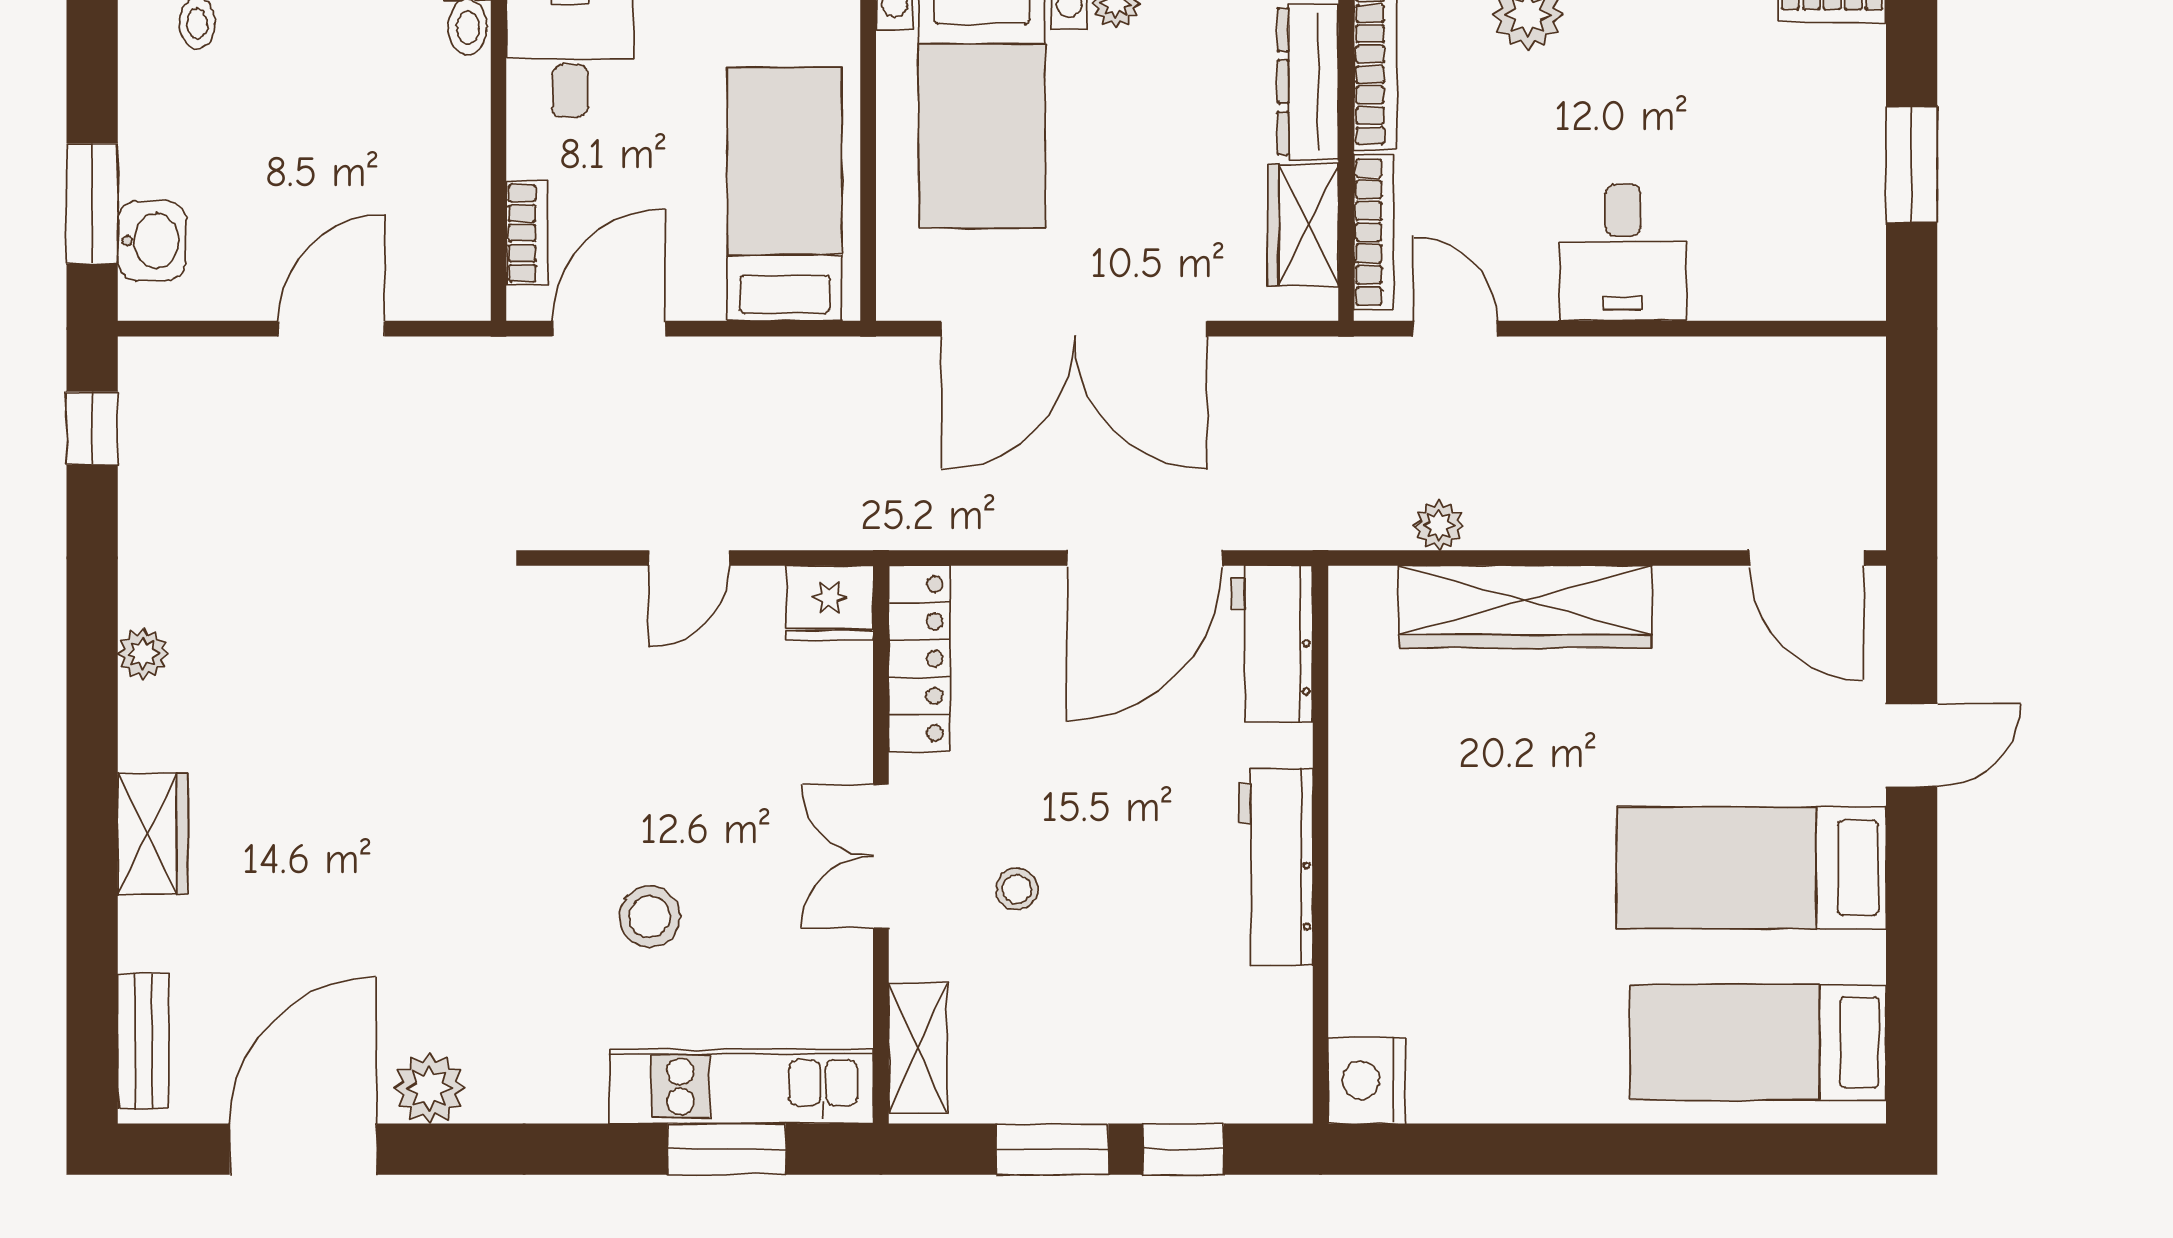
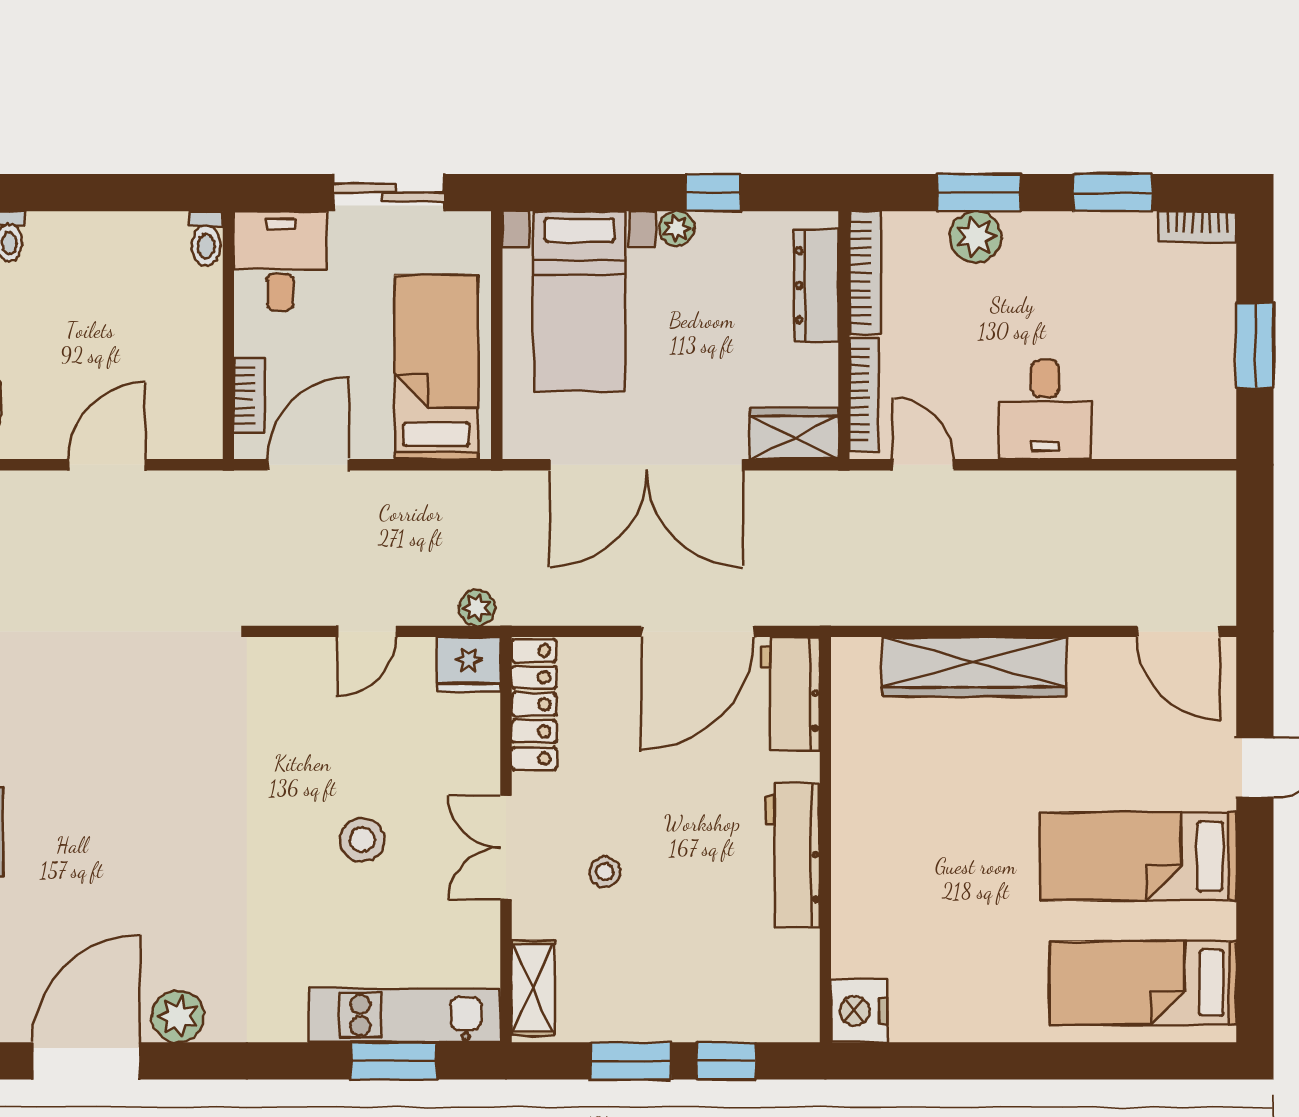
wardrobe: (1303, 225) -> (794, 434), moved, turned 90
plant: (1439, 526) -> (477, 608), moved
stool: (650, 917) -> (362, 840), moved

